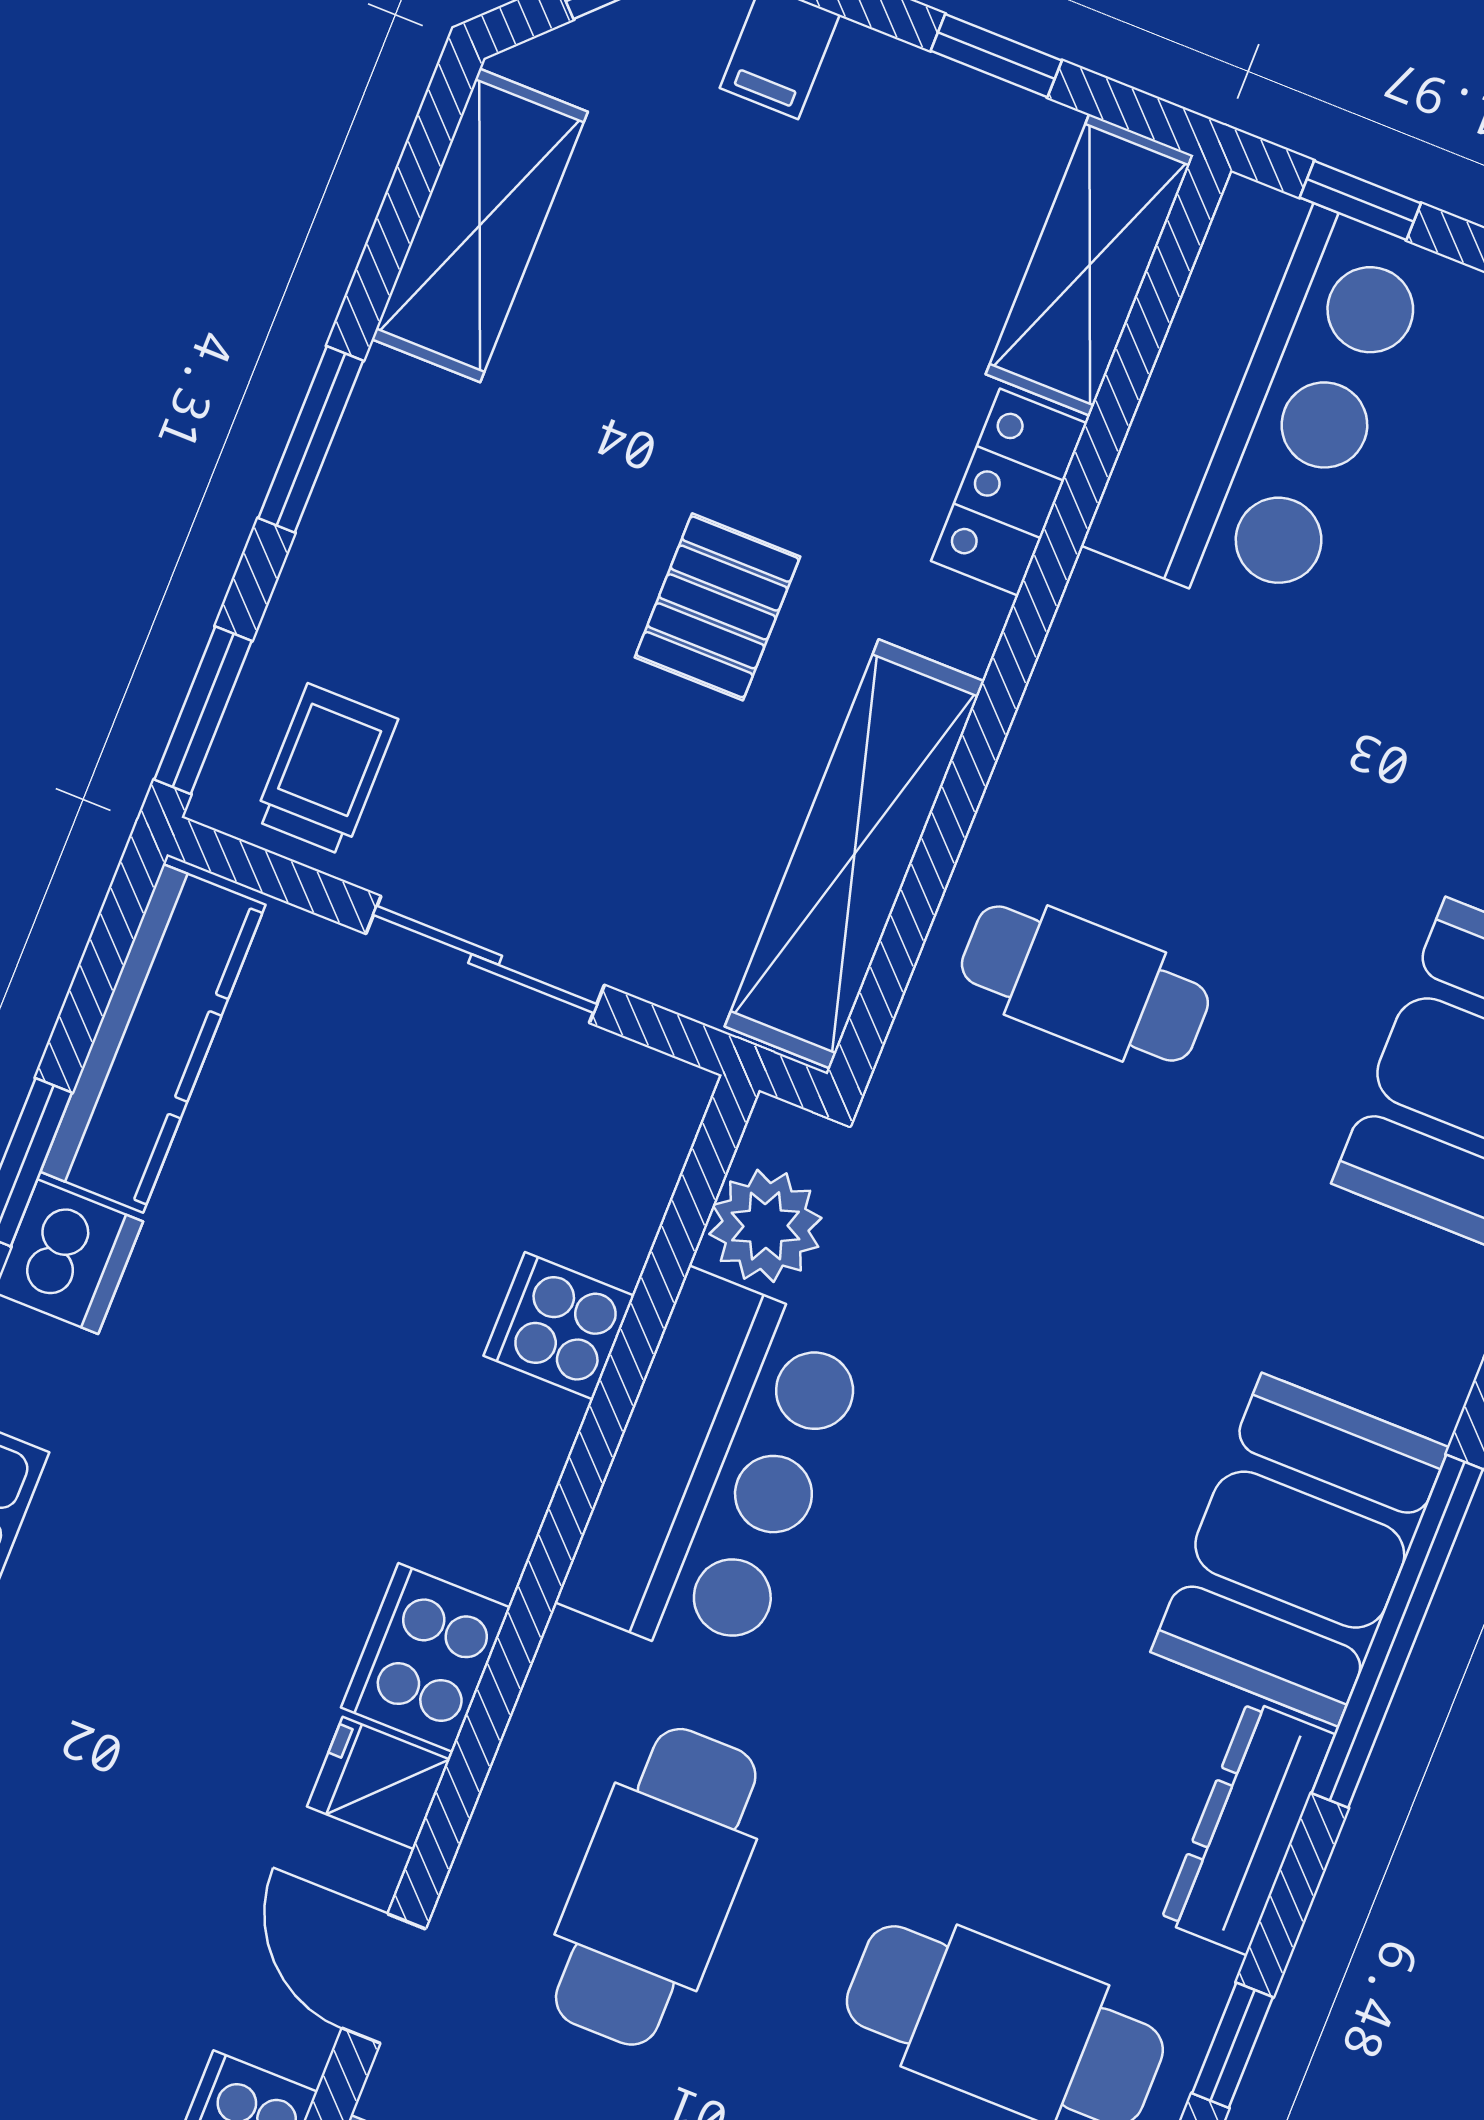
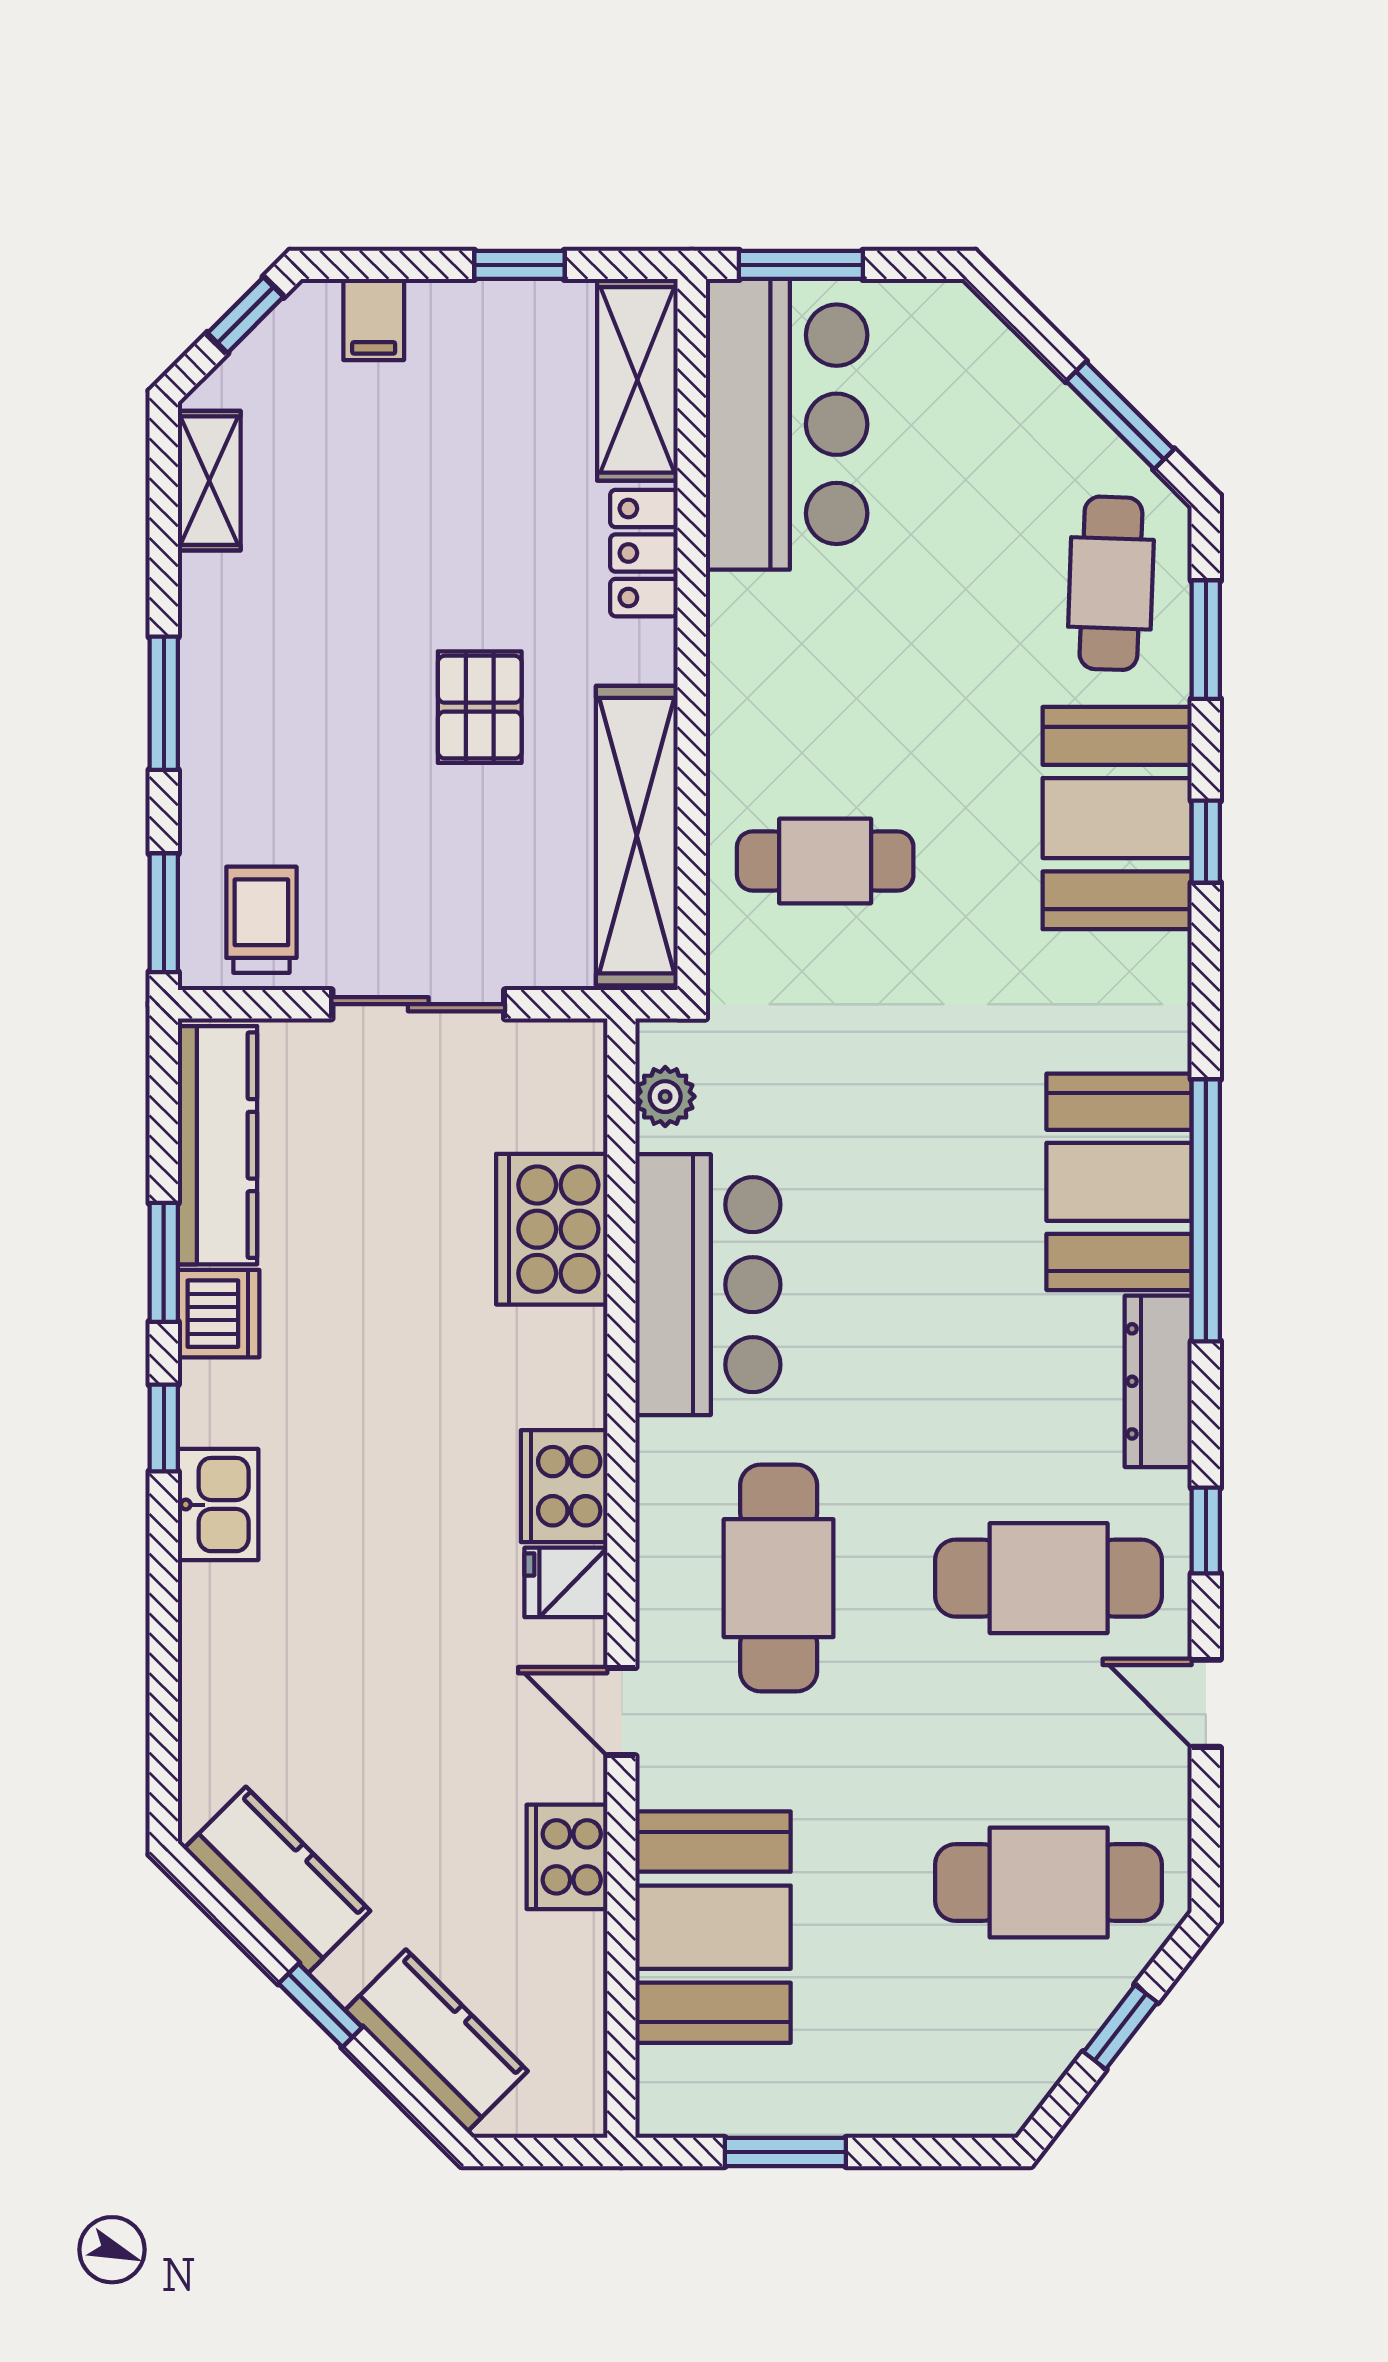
window: (1360, 200) -> (801, 265), width x1.50
shelving: (480, 225) -> (209, 481), width x0.67, depth x0.75
plant: (765, 1226) -> (665, 1097), width x0.73, depth x0.73
cooker: (559, 1326) -> (552, 1229), width x1.87, depth x1.31

